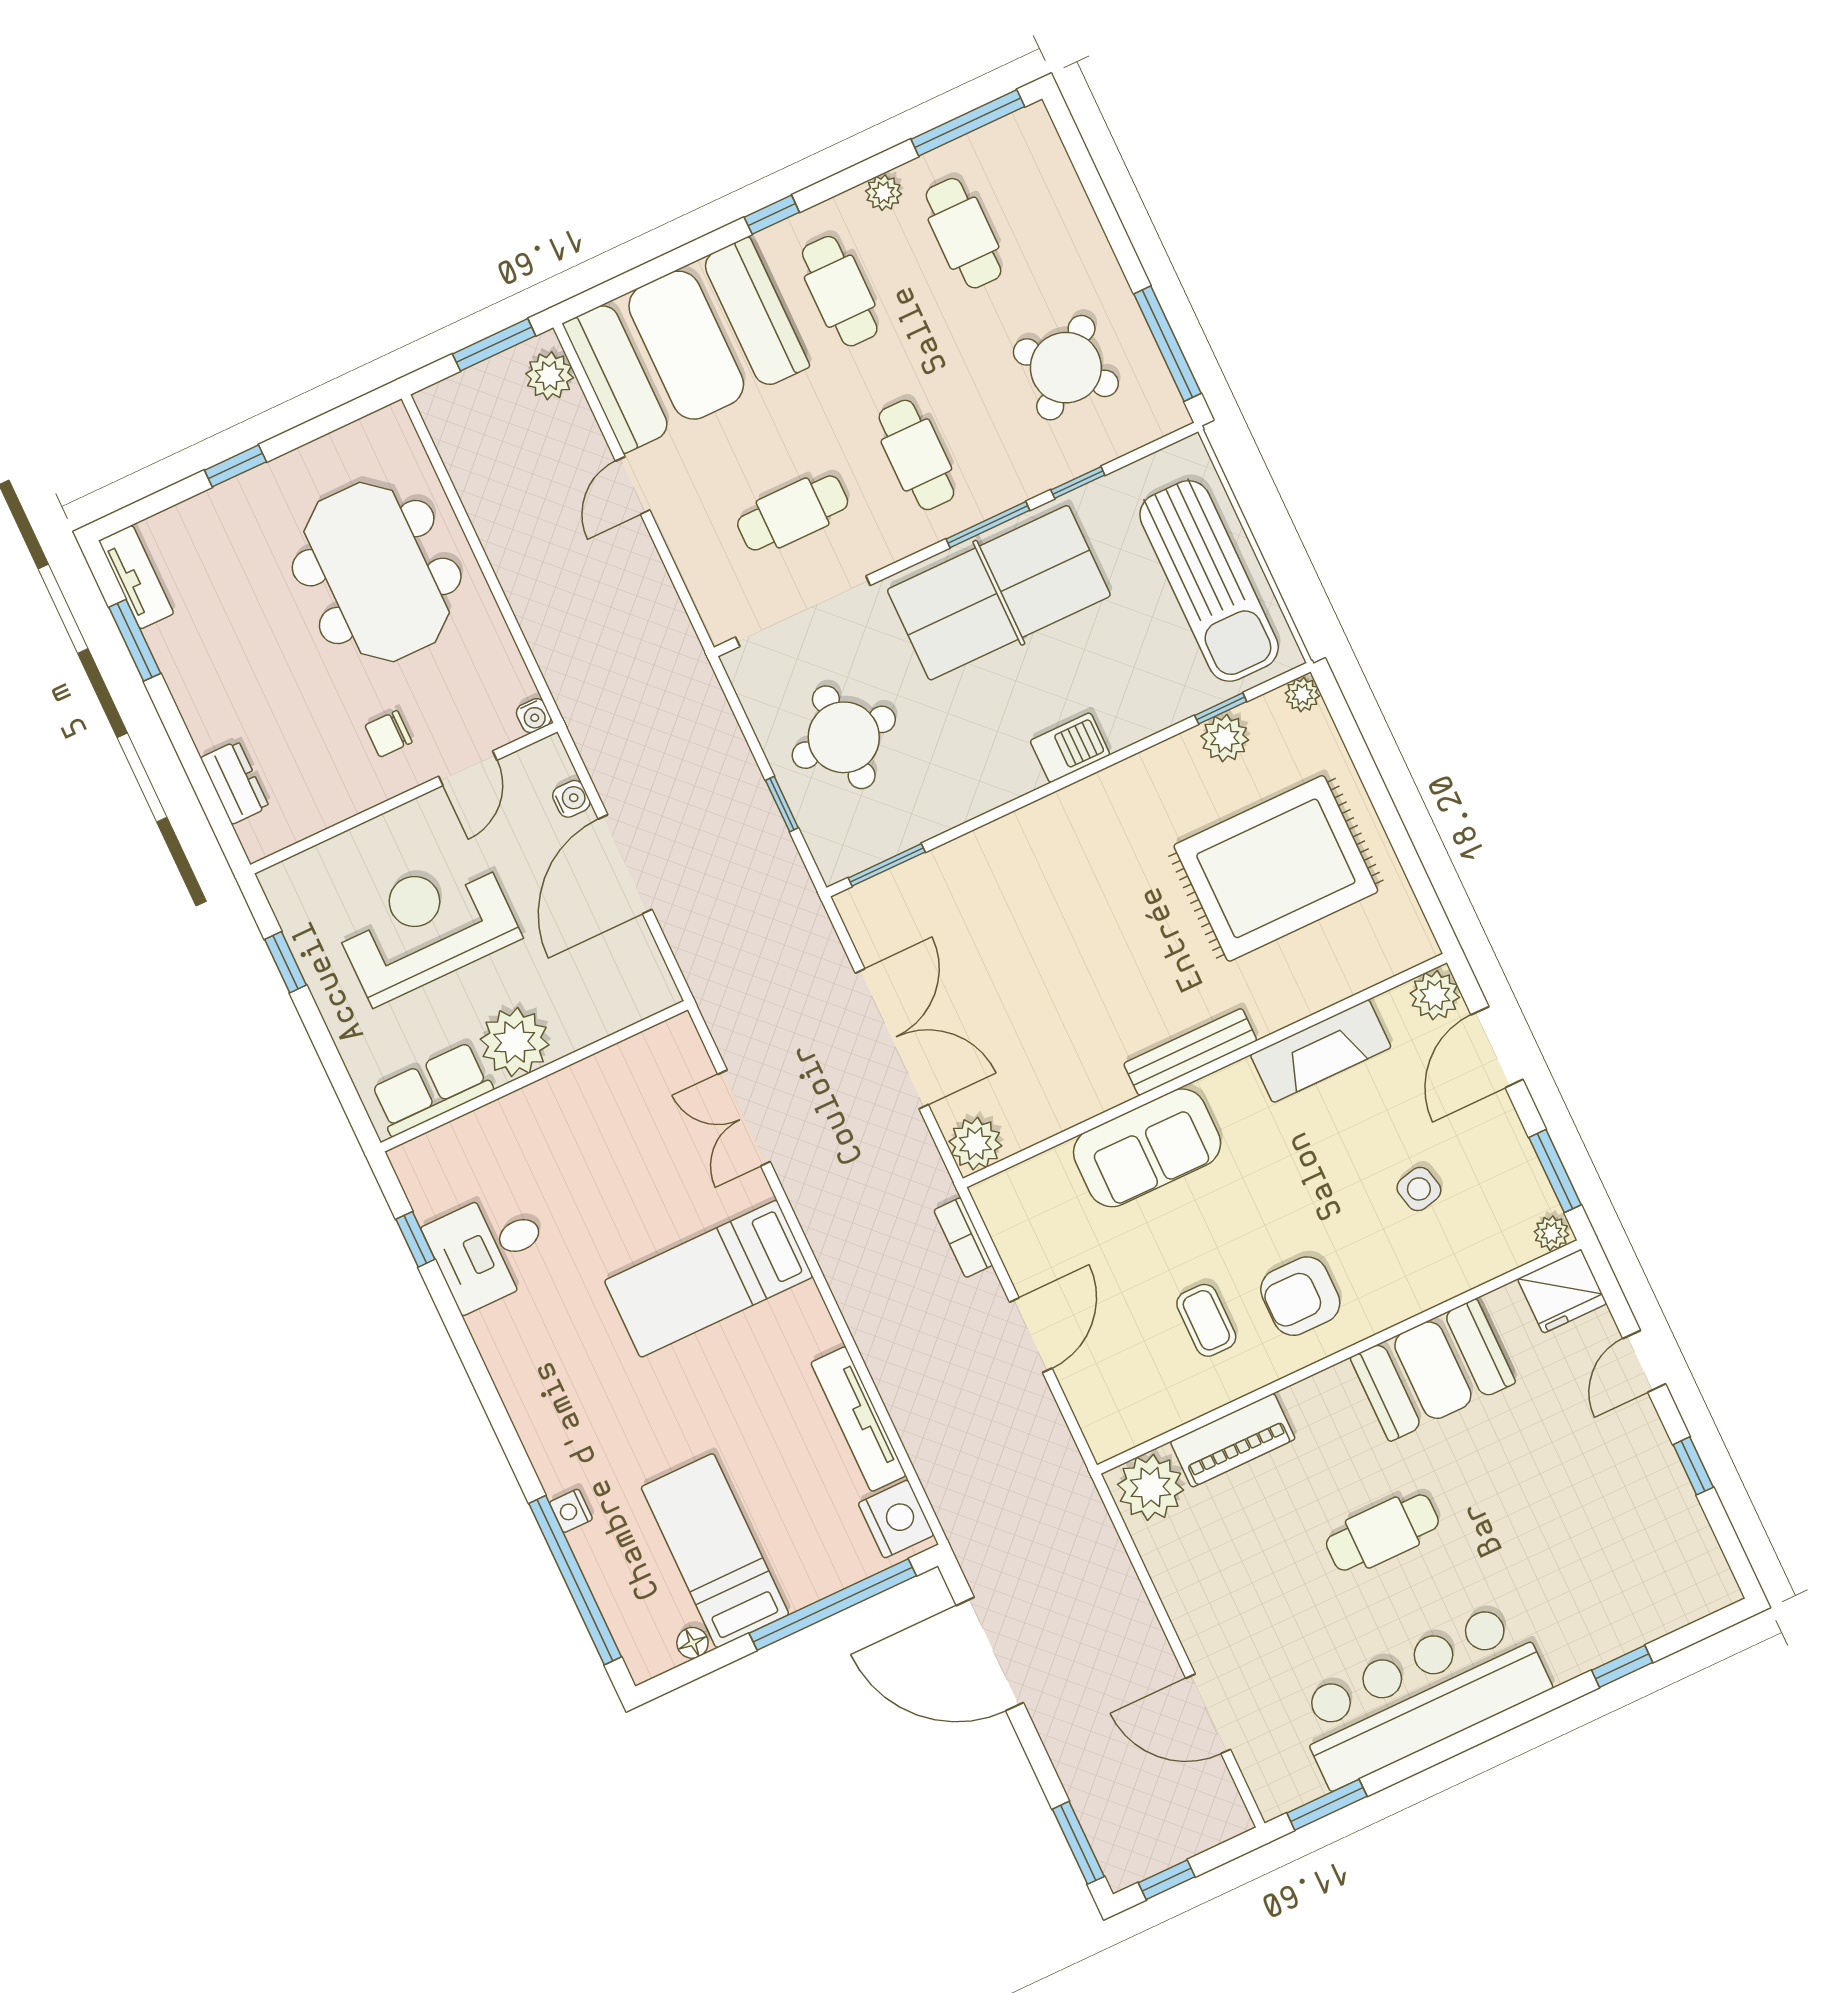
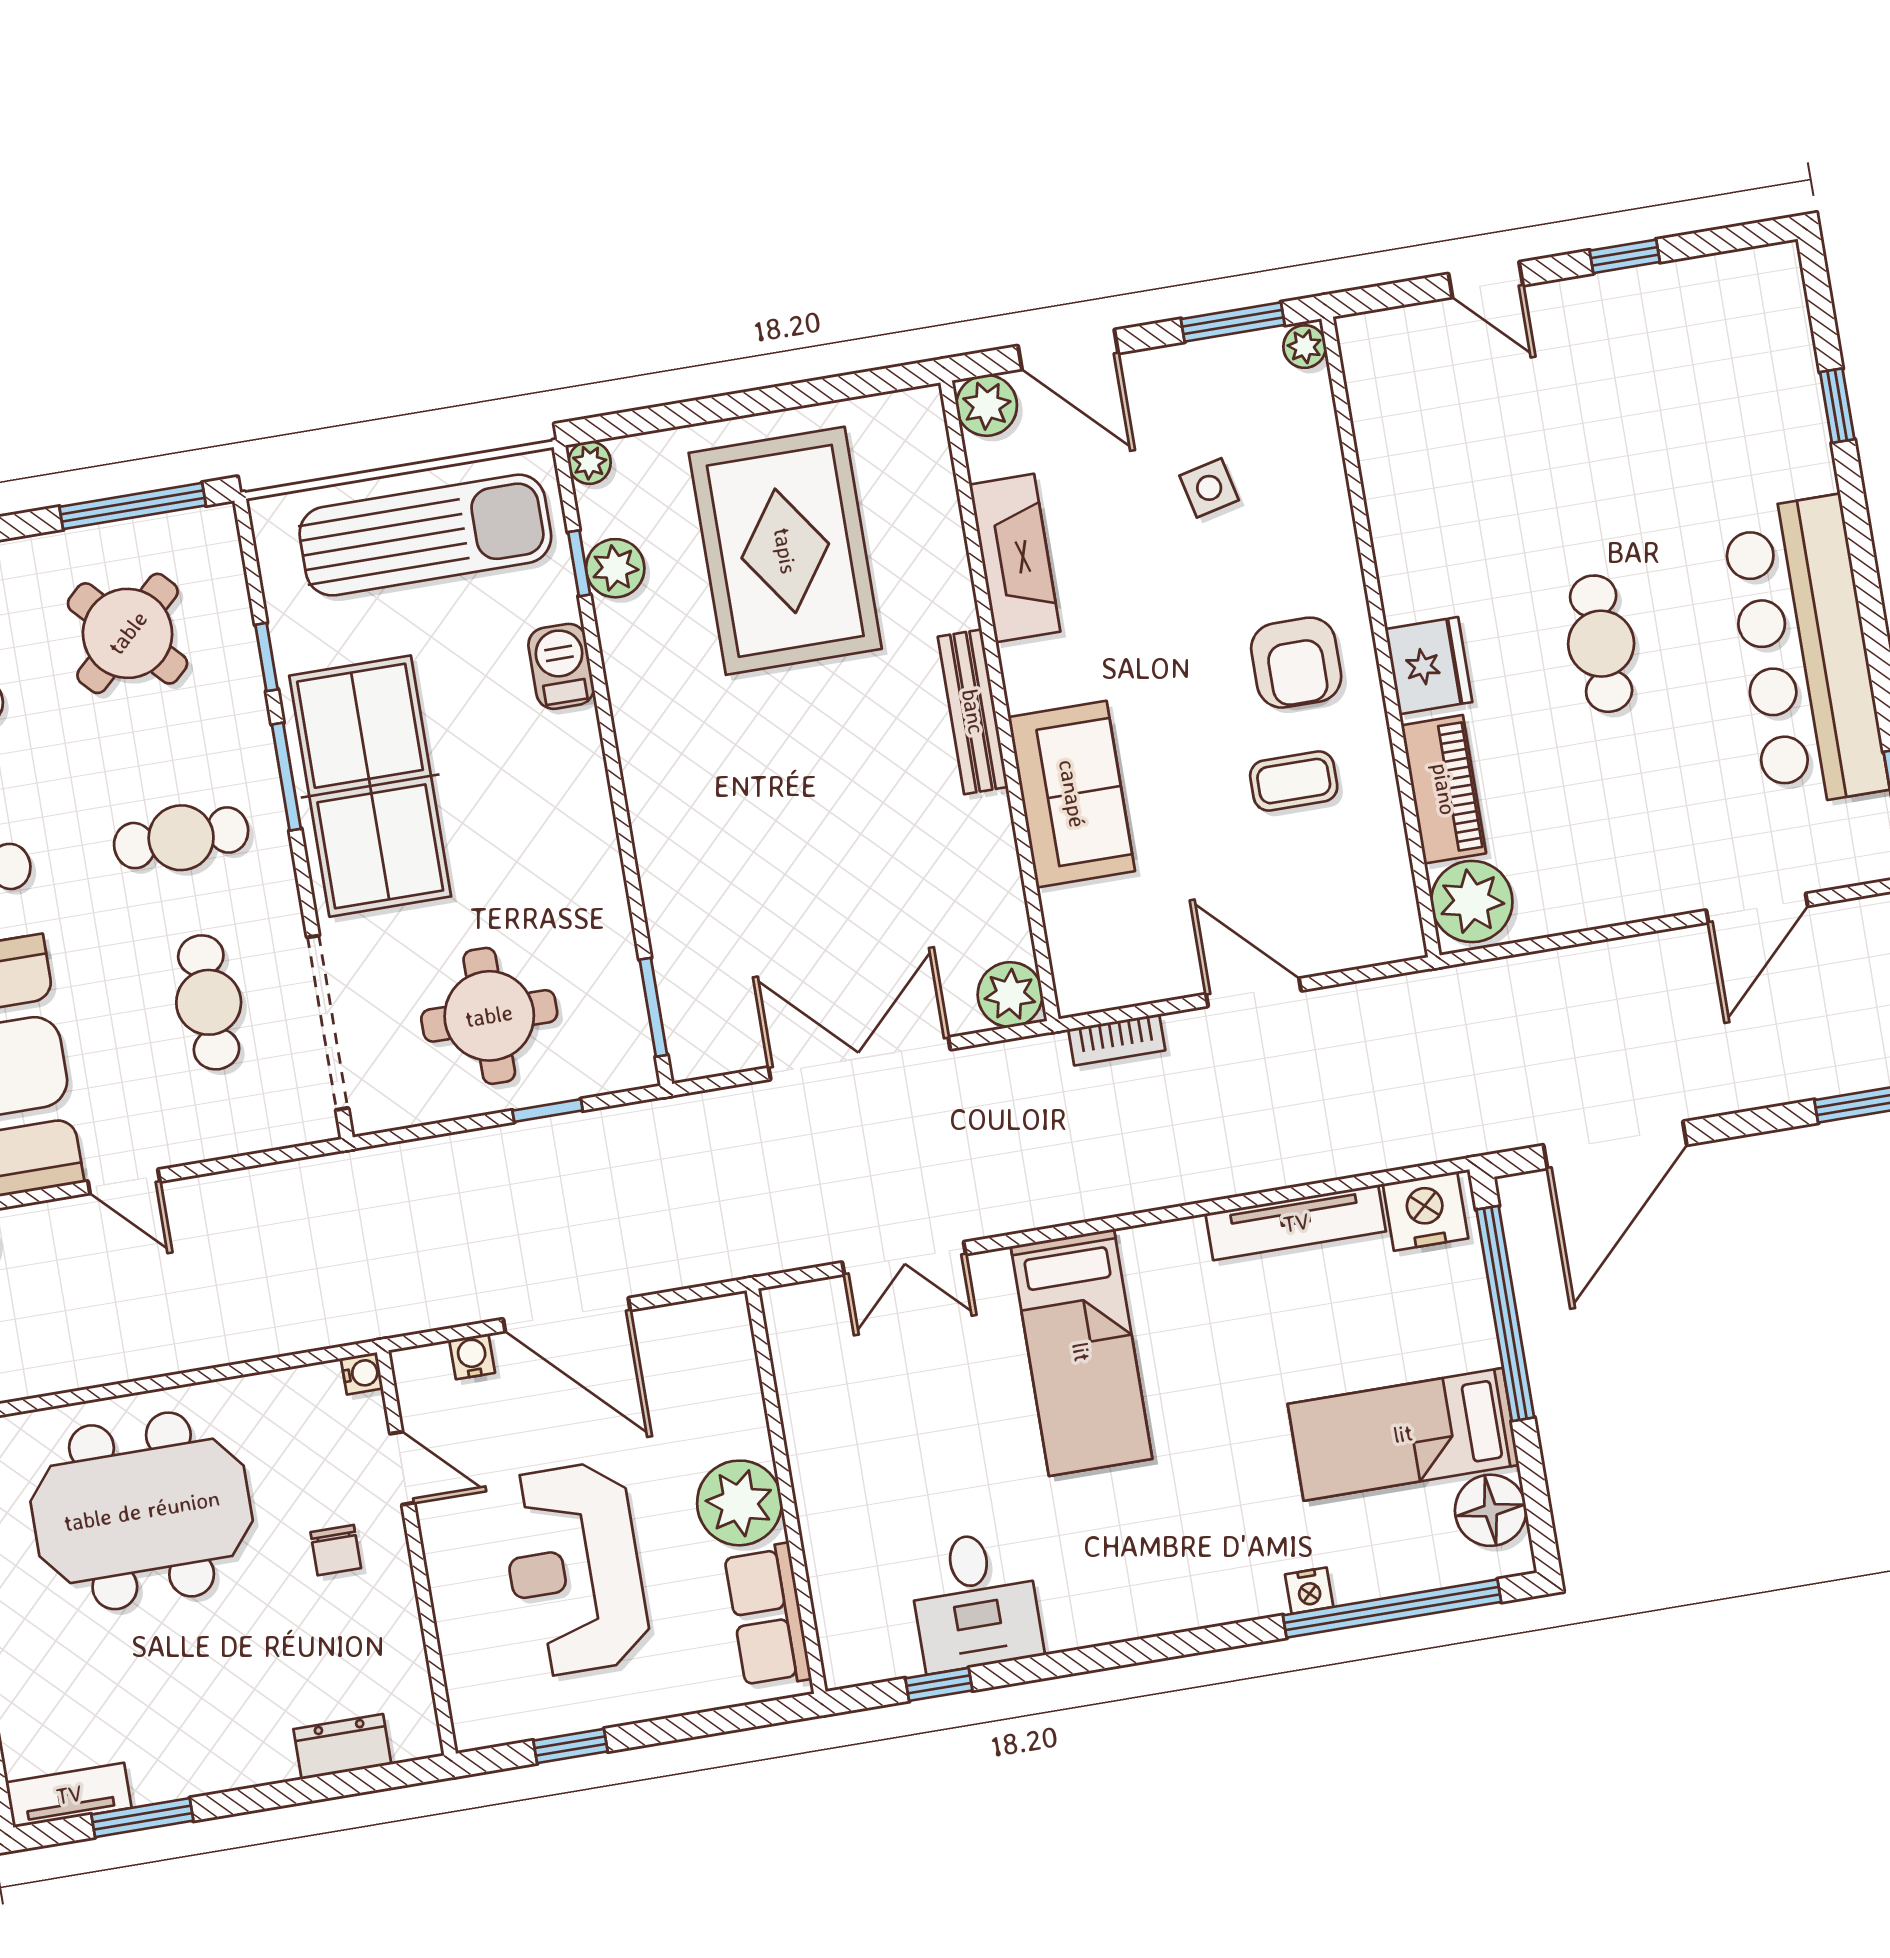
barbecue: (1070, 748) -> (561, 666), moved
fridge: (1562, 1291) -> (1429, 666), moved
booth: (1433, 1370) -> (1427, 531), removed
floor lamp: (692, 1643) -> (1491, 1510), width x1.89, depth x1.89

